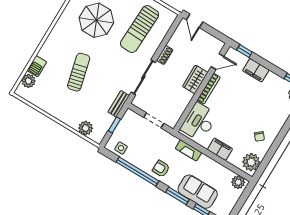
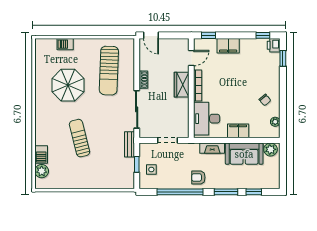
plant: (86, 128) -> (114, 182), removed
side table: (121, 148) -> (151, 170), moved
plant: (251, 162) -> (275, 122), width x0.53, depth x0.53
sofa: (198, 192) -> (244, 154), moved, turned 180

